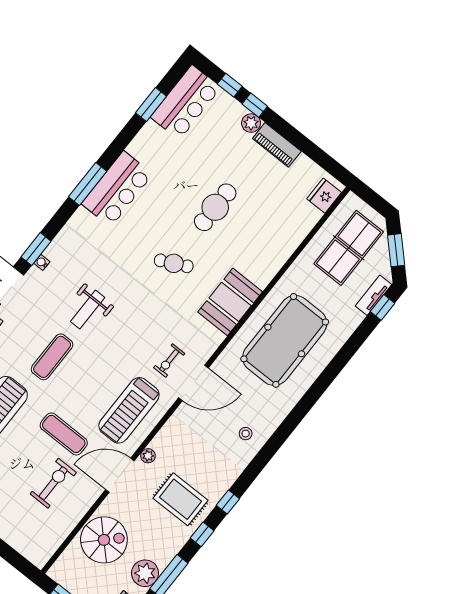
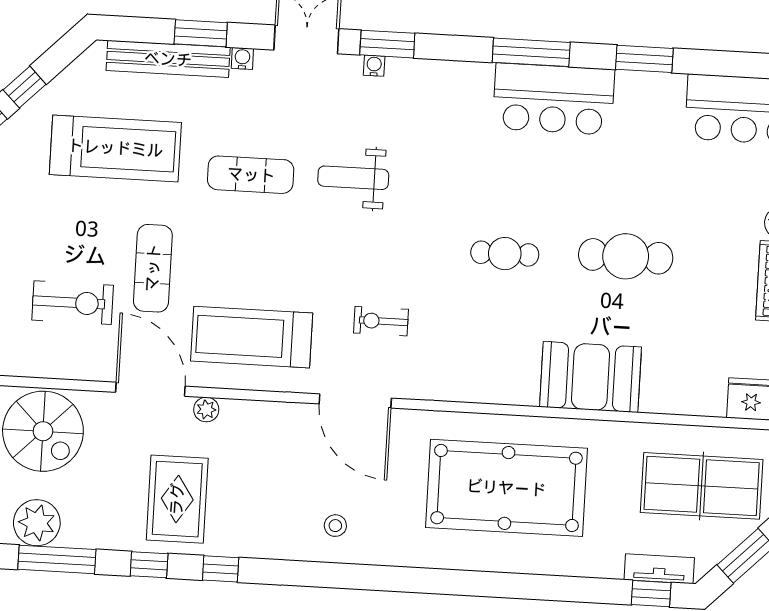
window: (151, 105) -> (644, 59), moved
cafe table: (174, 263) -> (505, 254), turned -64
booth: (230, 302) -> (591, 377), moved
exercise bike: (169, 361) -> (381, 321), moved

